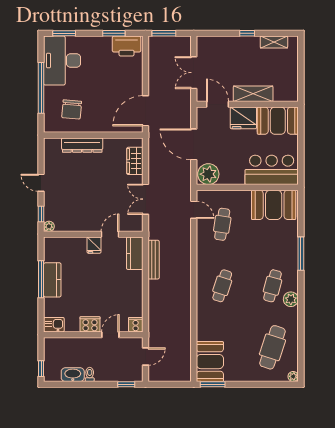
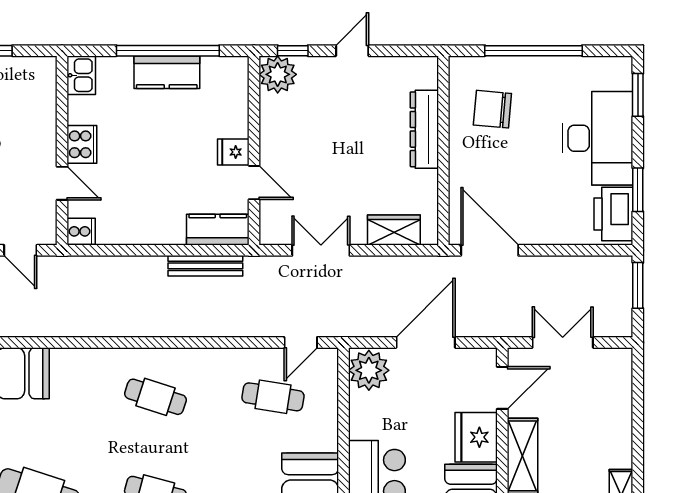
window: (247, 33) -> (638, 445), removed
desk: (62, 61) -> (598, 138), moved, turned 90
plant: (49, 226) -> (278, 74), width x1.87, depth x1.87
window: (41, 279) -> (168, 51), width x1.46

